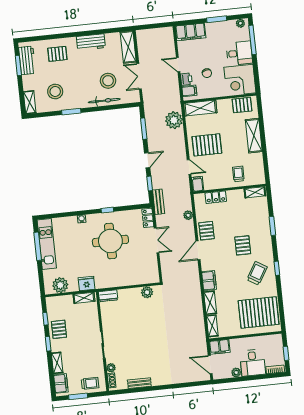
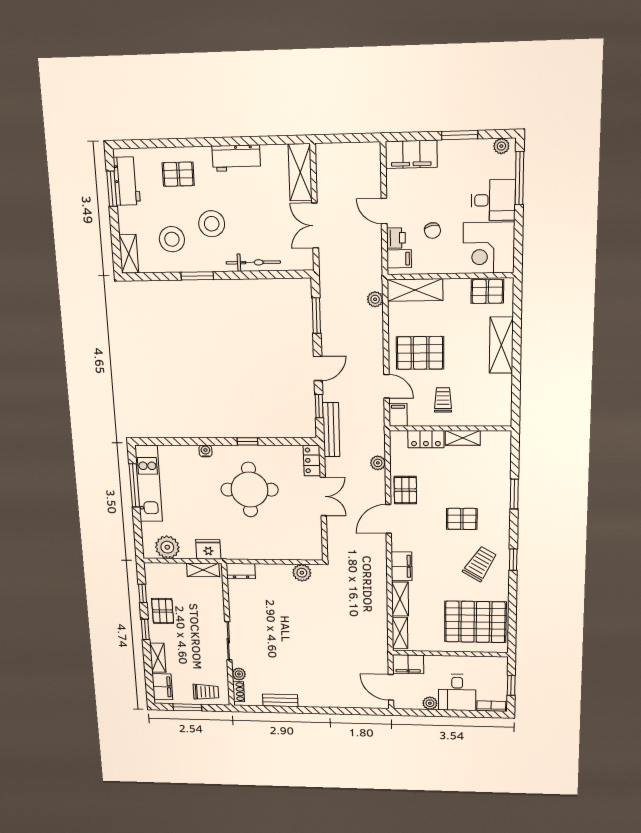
stool: (108, 81) -> (212, 224), moved
plant: (174, 120) -> (375, 299), width x0.53, depth x0.53
trolley: (238, 174) -> (443, 400), moved
shelving: (255, 192) -> (463, 438), moved
bench: (159, 202) -> (331, 430), width x1.36
pallet: (243, 245) -> (462, 519), turned 90

